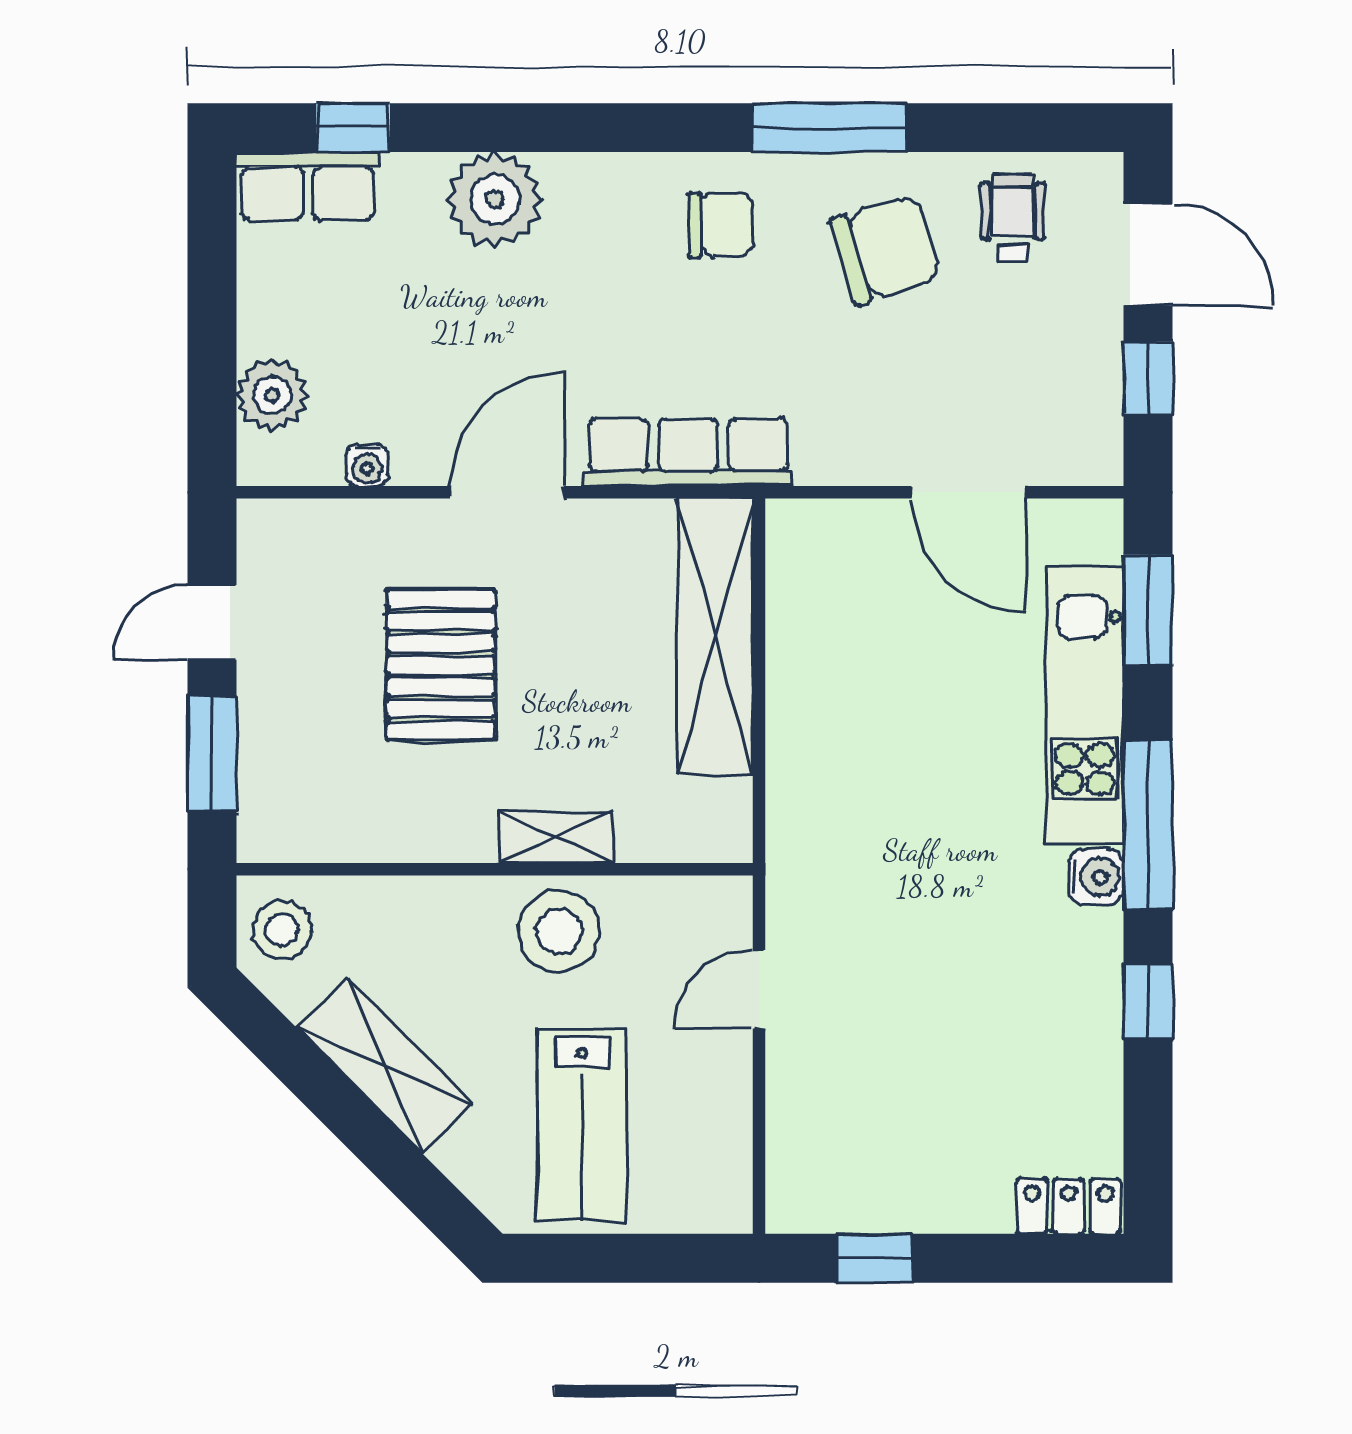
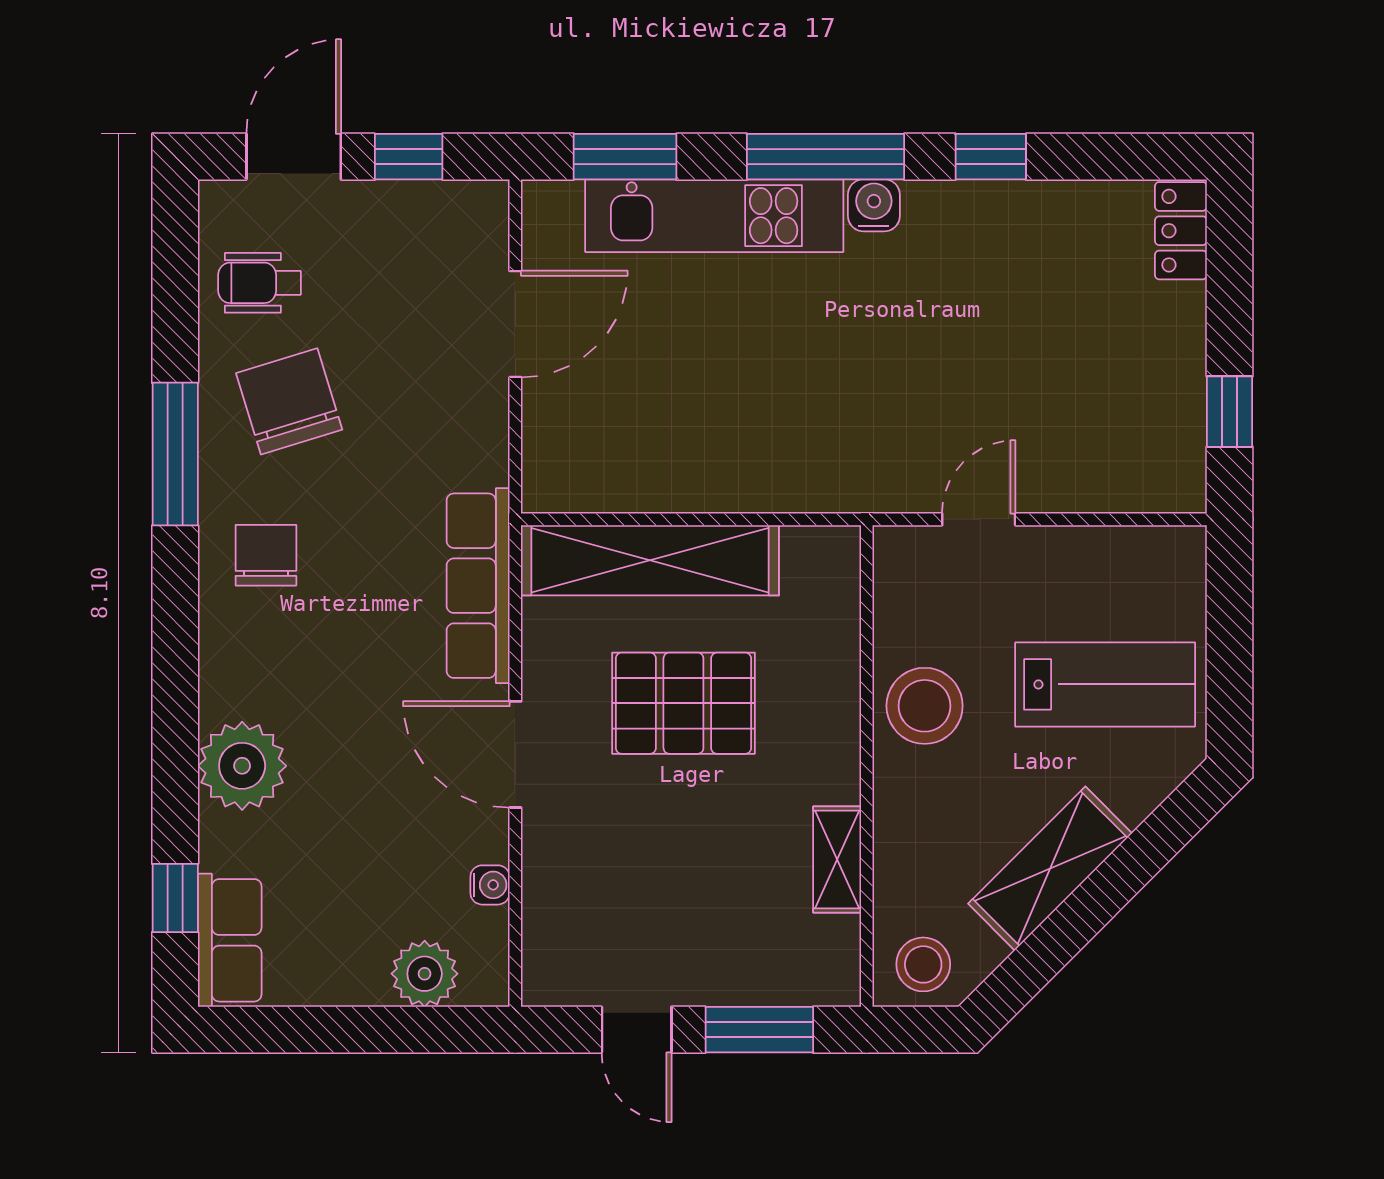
pallet: (441, 665) -> (683, 703), moved
shelving: (556, 837) -> (837, 859), moved
door: (759, 989) -> (979, 519), swing flipped

